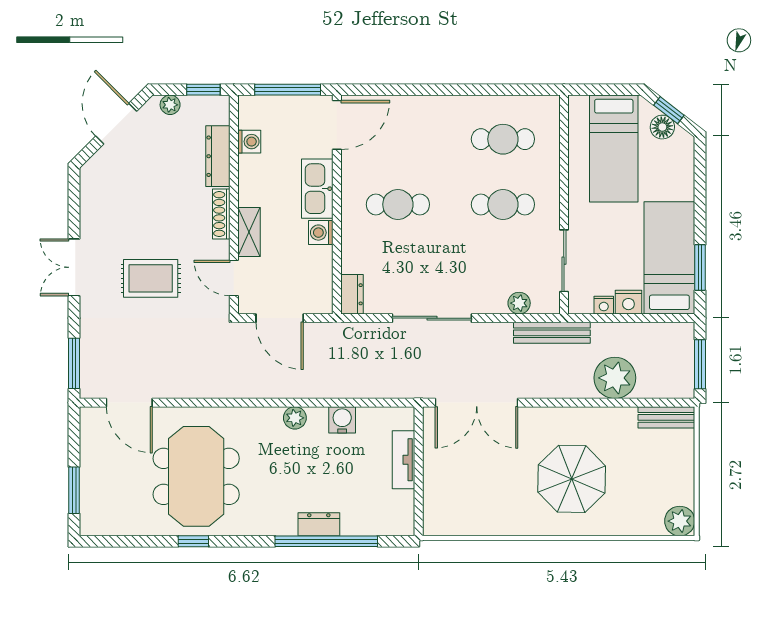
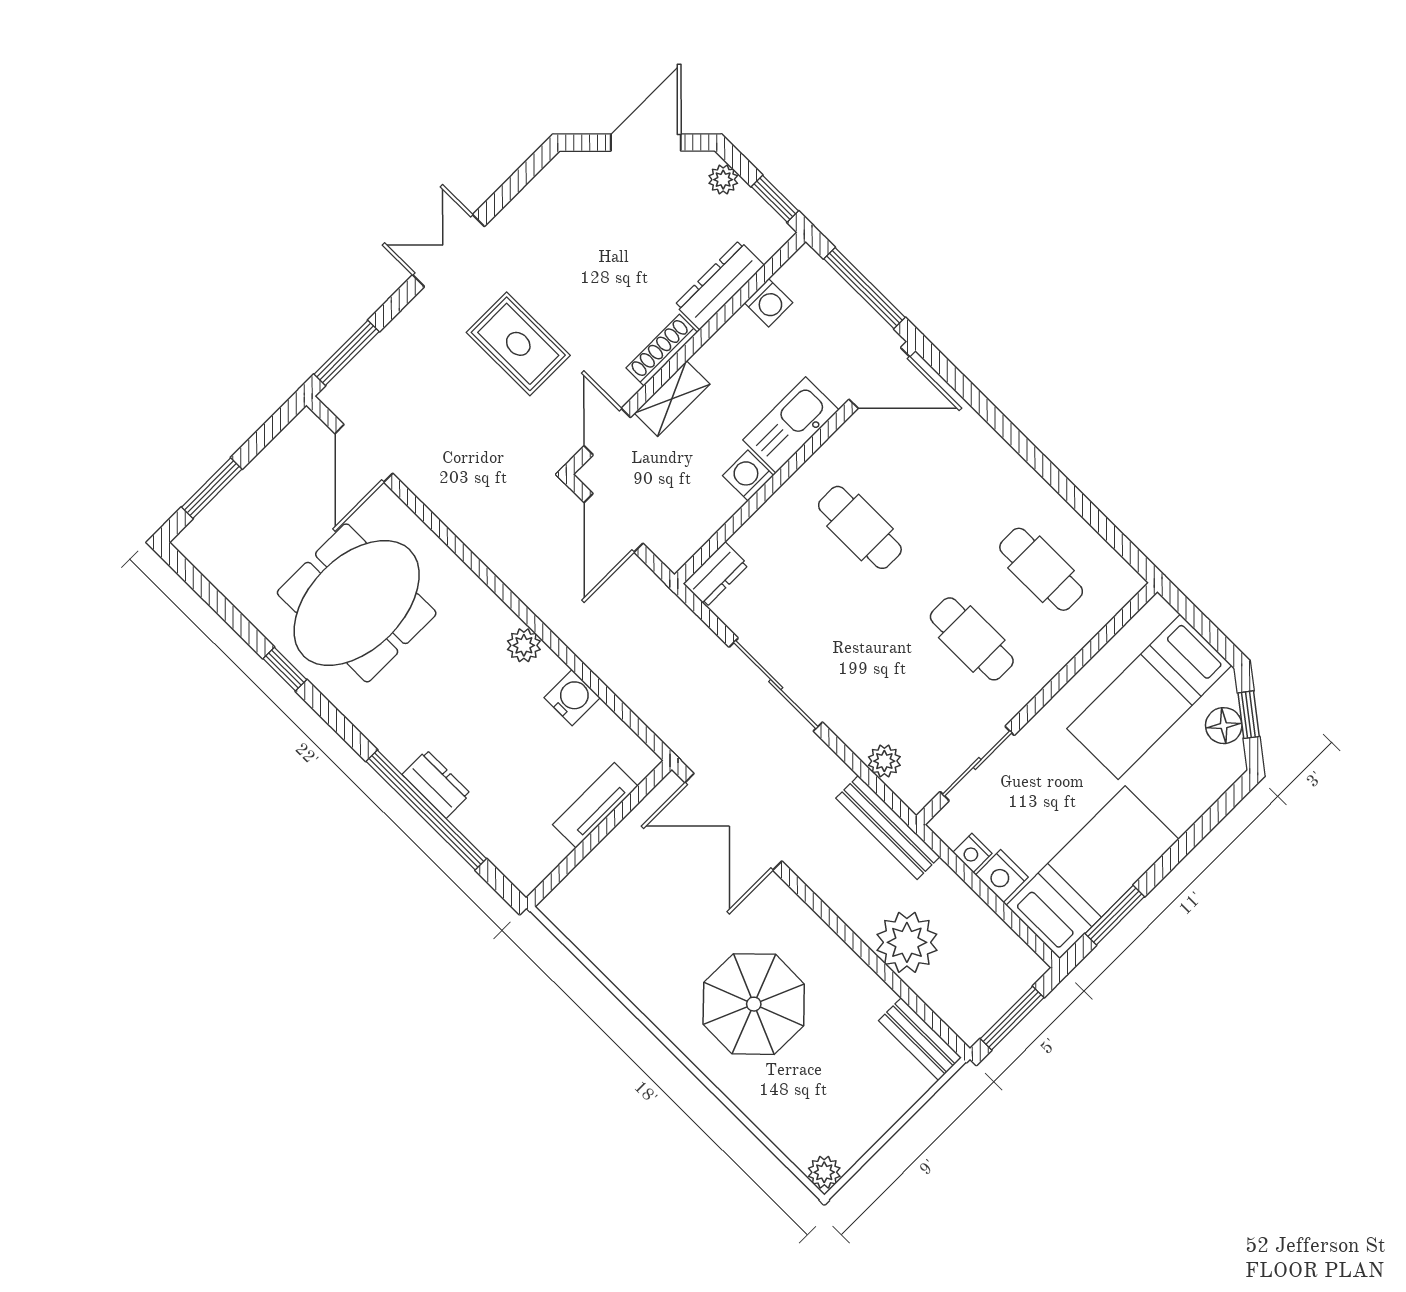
plant: (680, 521) -> (824, 1172), width x0.73, depth x0.73

